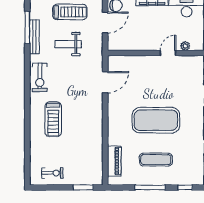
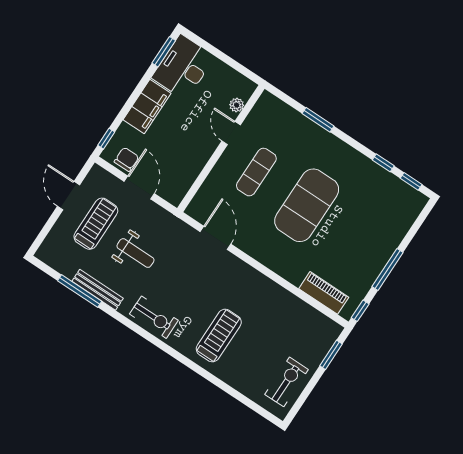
weight bench: (68, 44) -> (135, 253), turned -90
treadmill: (53, 119) -> (219, 336), turned -90
exercise mat: (156, 160) -> (256, 172), moved
exercise bike: (52, 173) -> (287, 382), width x1.38, depth x1.39
window: (185, 187) -> (360, 311), moved

